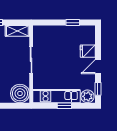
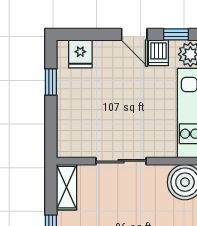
fridge: (88, 51) -> (80, 54), moved
dishwasher: (88, 79) -> (158, 53), added

